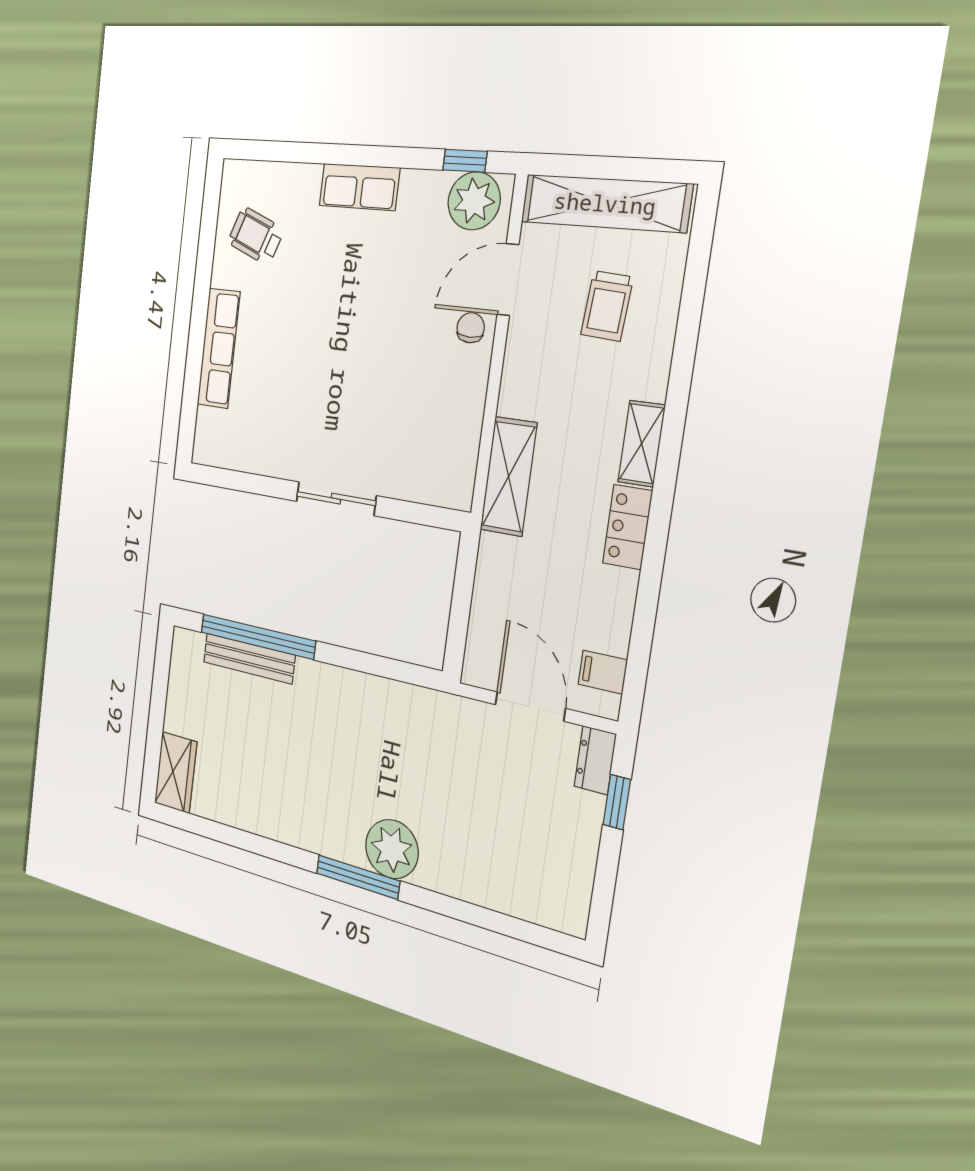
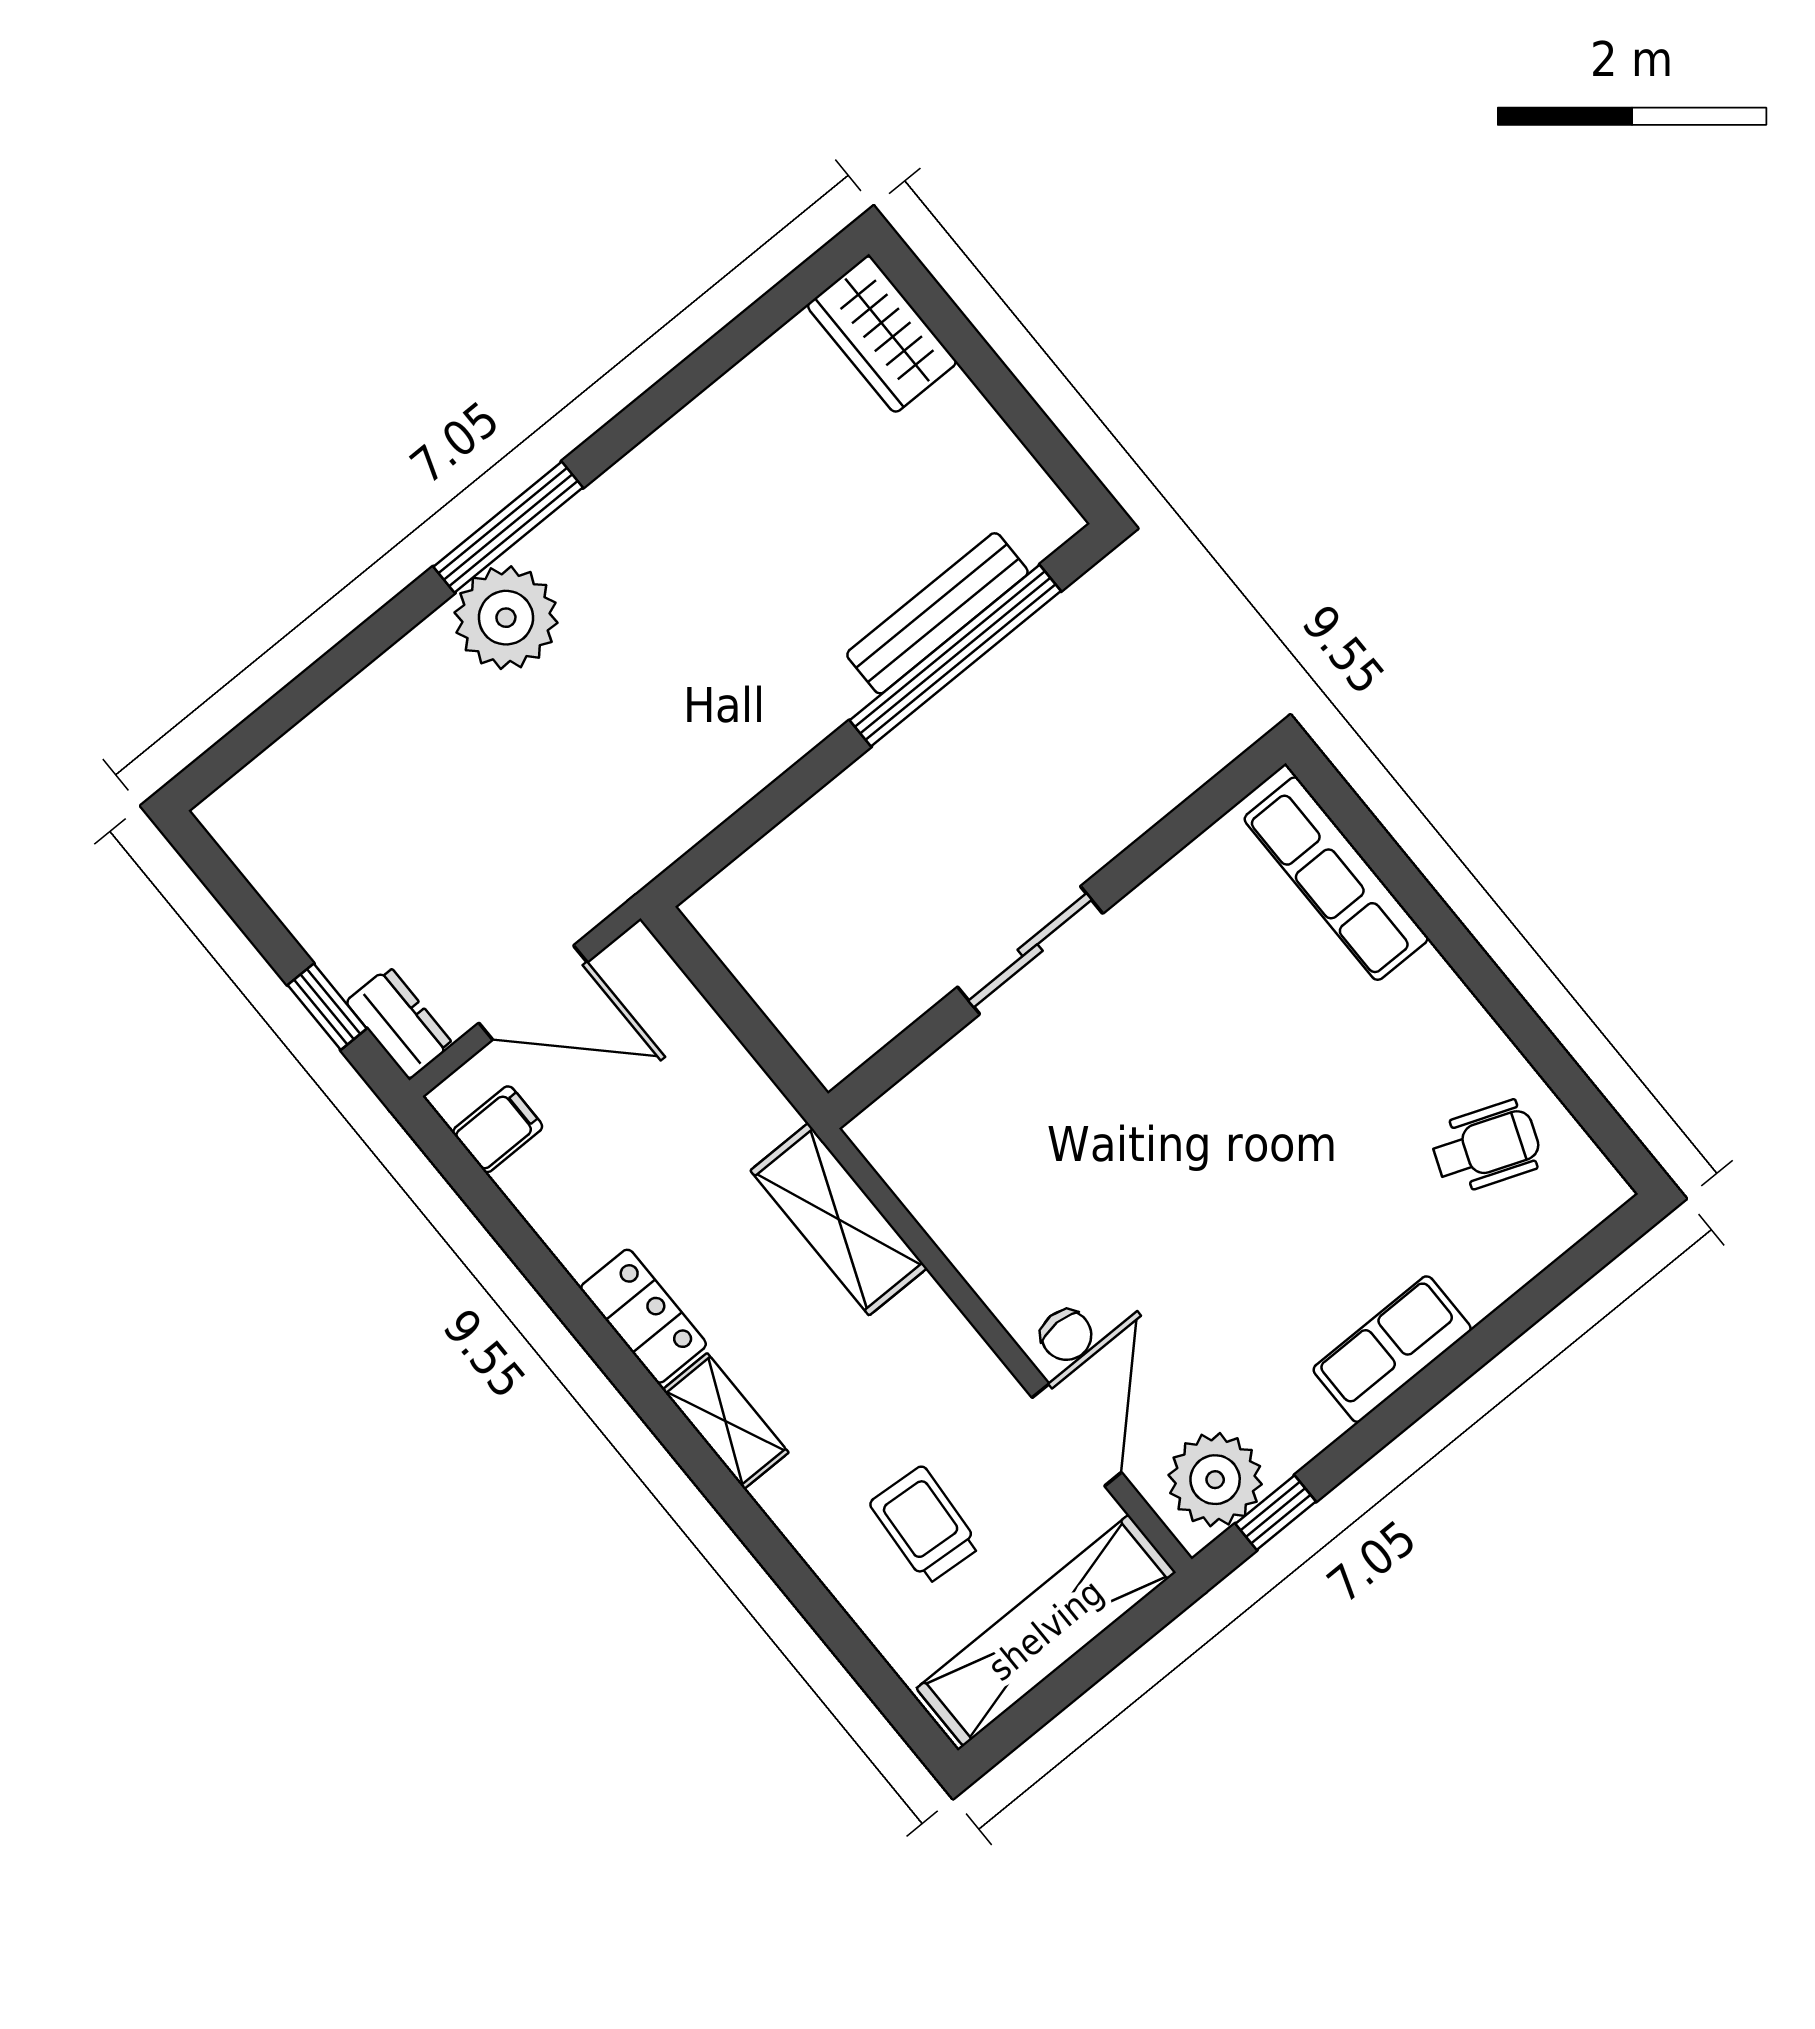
row of seats: (219, 348) -> (1336, 879), moved

